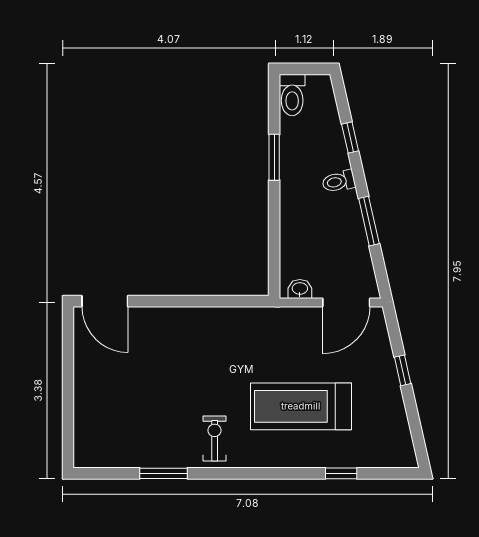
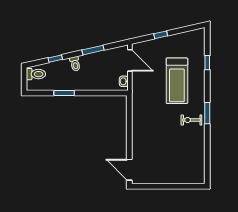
toilet: (292, 95) -> (36, 74), moved
door: (105, 301) -> (129, 170), swing flipped
window: (164, 473) -> (207, 113), moved

